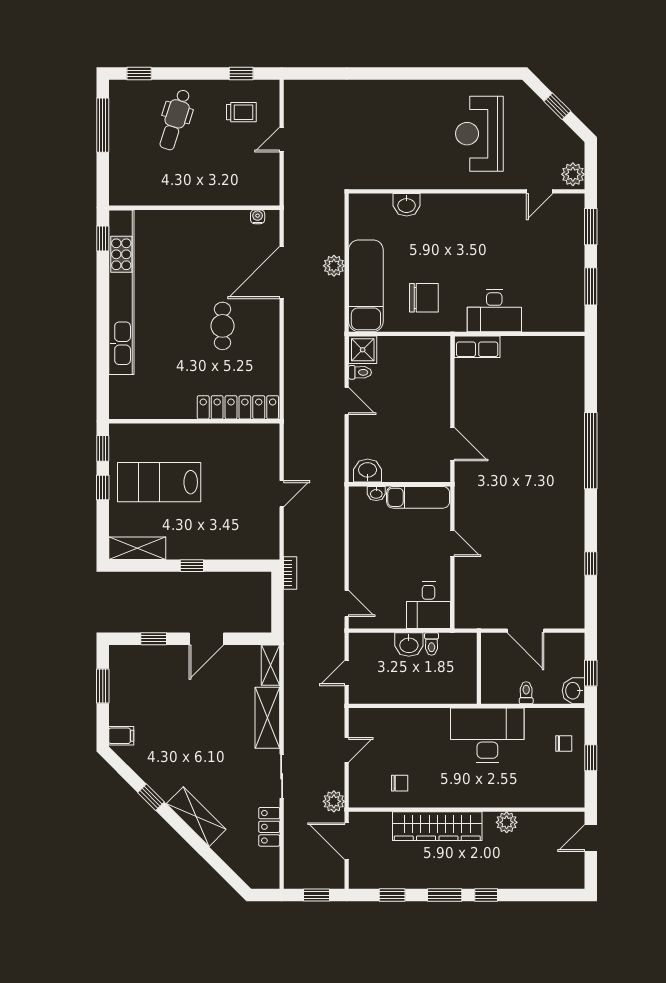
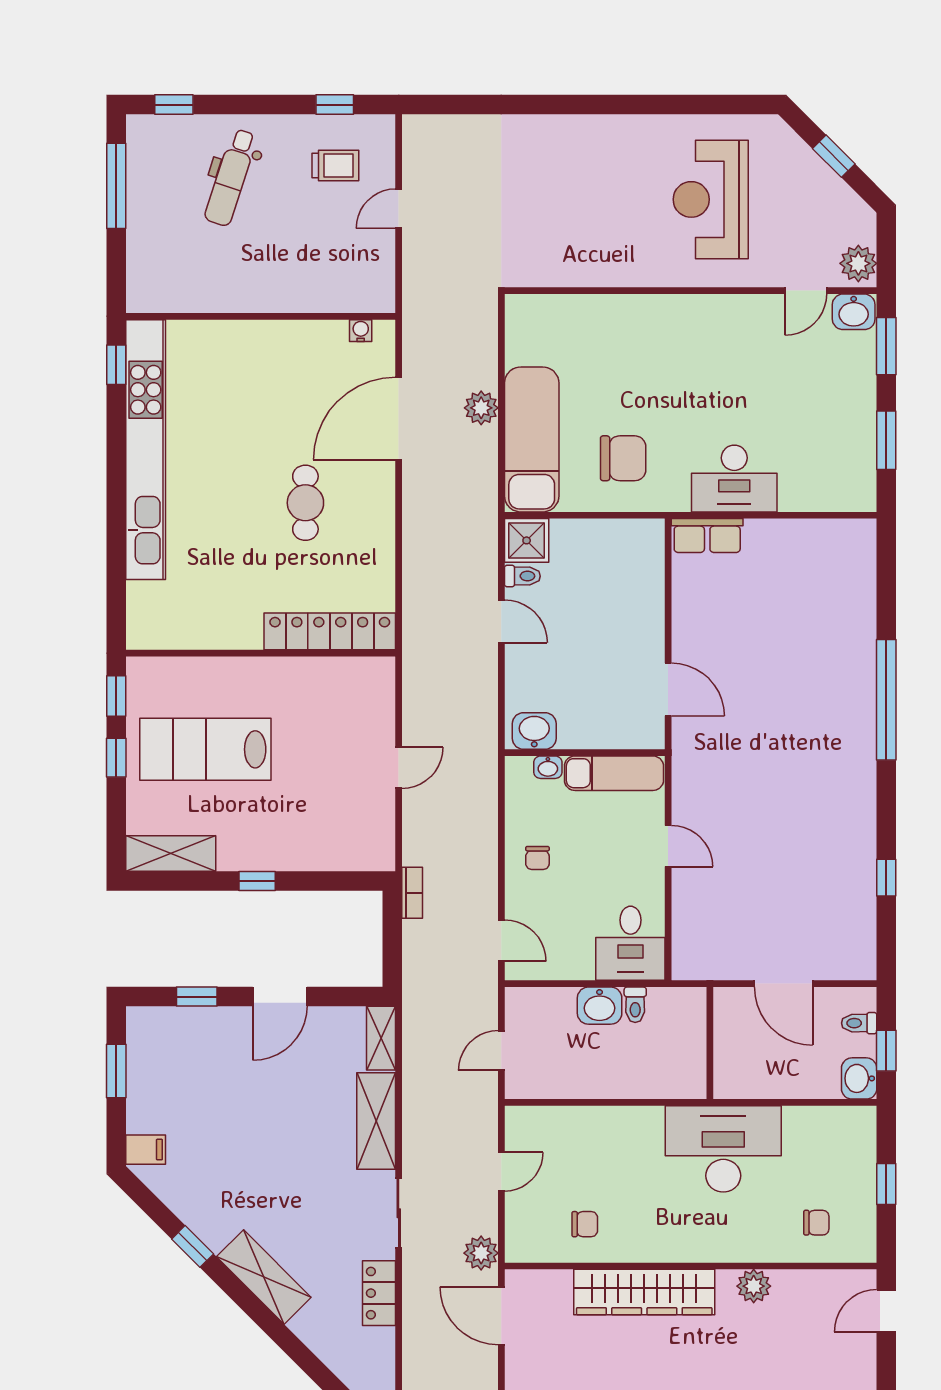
washbasin: (407, 205) -> (854, 312), moved
chair: (370, 551) -> (537, 858), added
toilet: (526, 693) -> (859, 1023), moved, turned -90
chair: (564, 744) -> (816, 1223), moved

